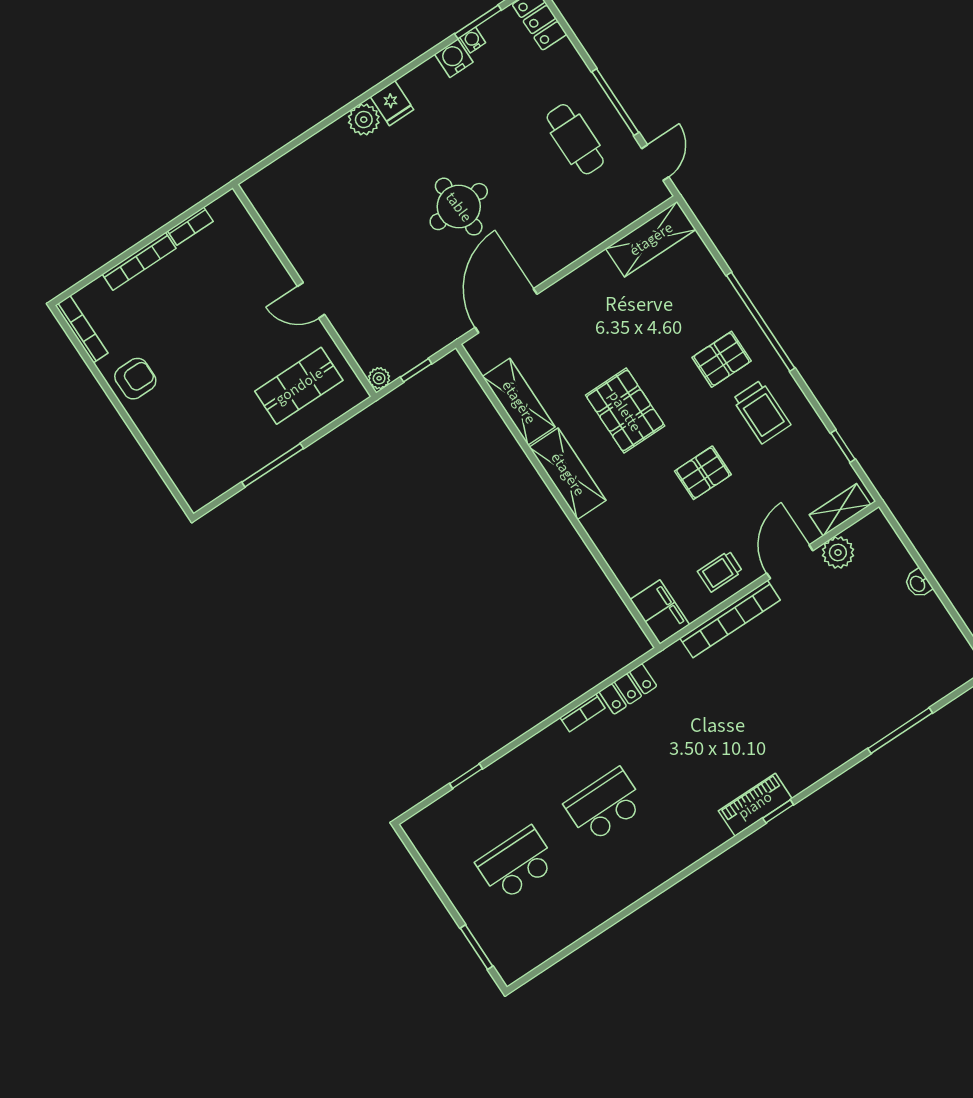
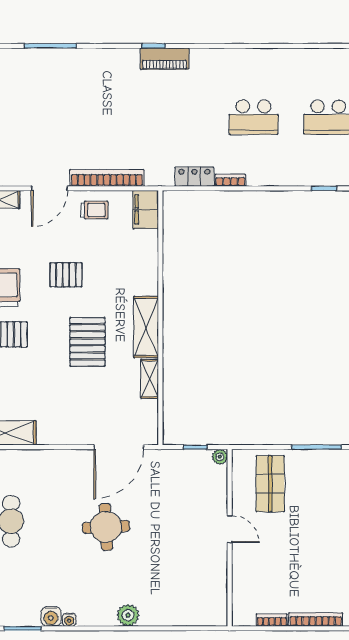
water cooler: (473, 40) -> (69, 620), moved
fridge: (392, 103) -> (105, 614), removed
shop shelf: (299, 386) -> (270, 484), turned 90
shelving: (519, 402) -> (150, 379), width x0.67, depth x0.75
plant: (838, 552) -> (17, 175), removed

